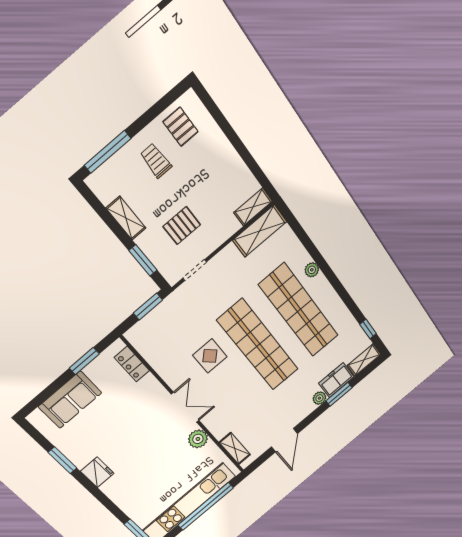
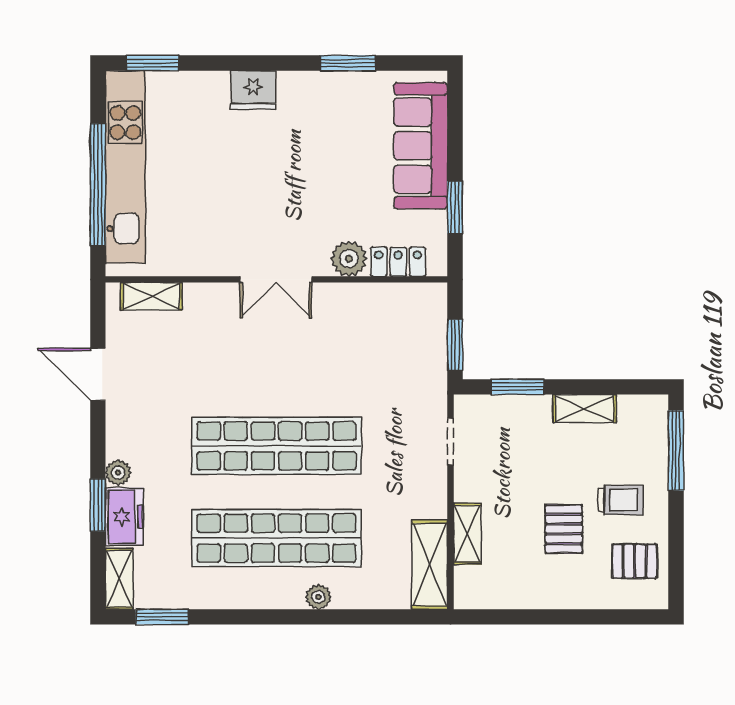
shelving: (253, 207) -> (467, 534), moved
pallet: (182, 226) -> (564, 529), moved
window: (368, 329) -> (162, 617), width x1.50
display table: (210, 356) -> (319, 370), removed
sofa: (70, 400) -> (421, 146), width x1.36
plant: (198, 439) -> (349, 259), moved
fridge: (97, 472) -> (253, 90), moved

